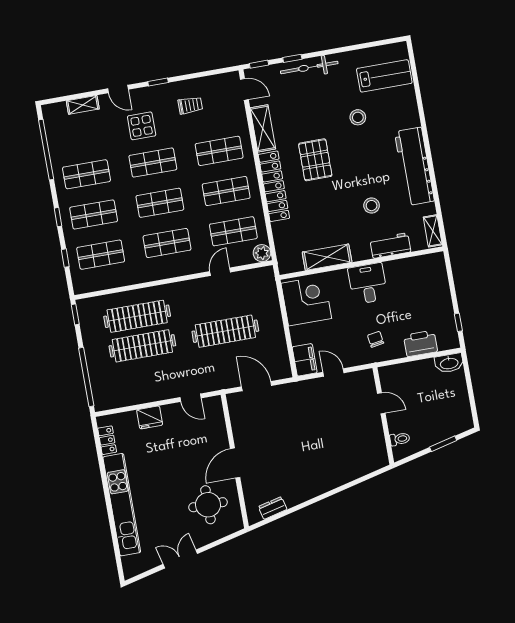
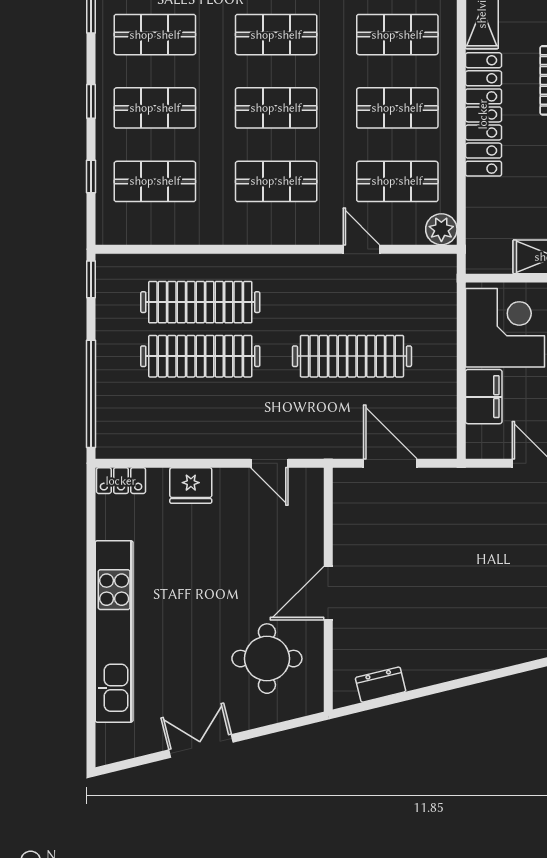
door: (220, 272) -> (361, 249), hinge flipped
filing cabinet: (305, 360) -> (484, 397), moved
locker: (107, 440) -> (121, 481), moved, turned 90

